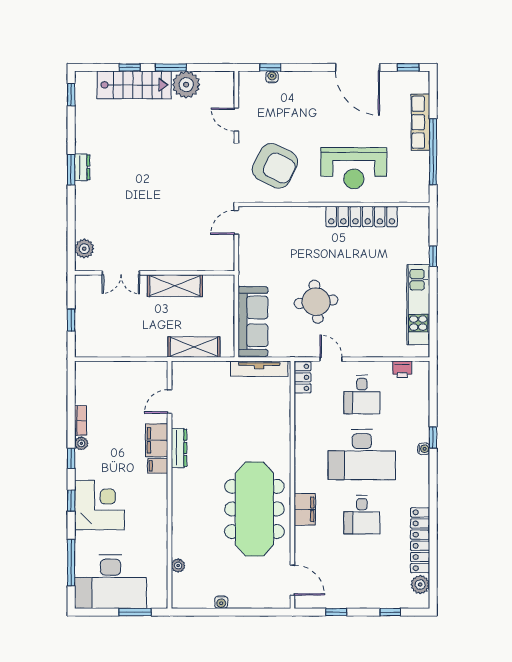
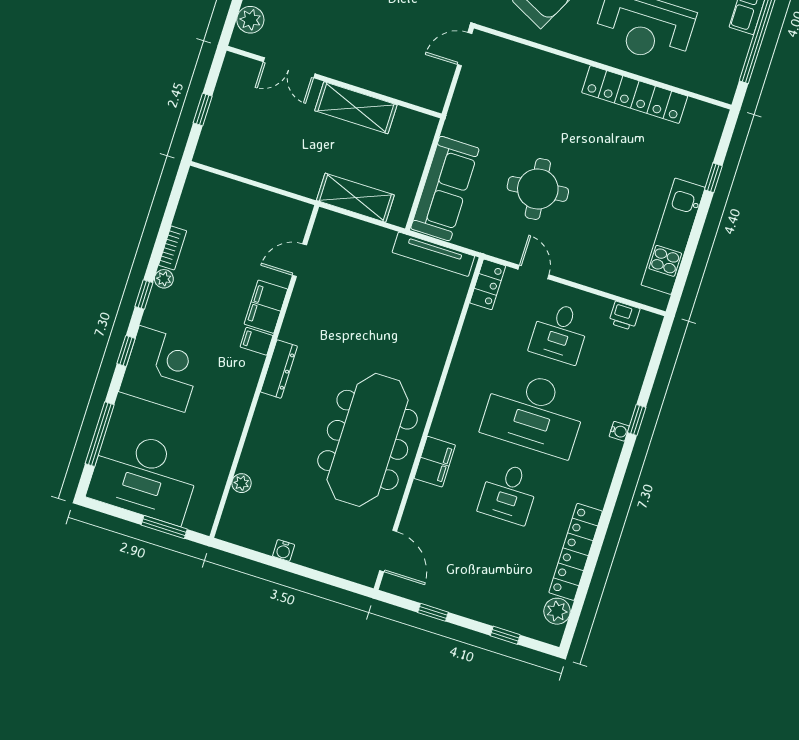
dresser: (179, 448) -> (279, 369), moved

